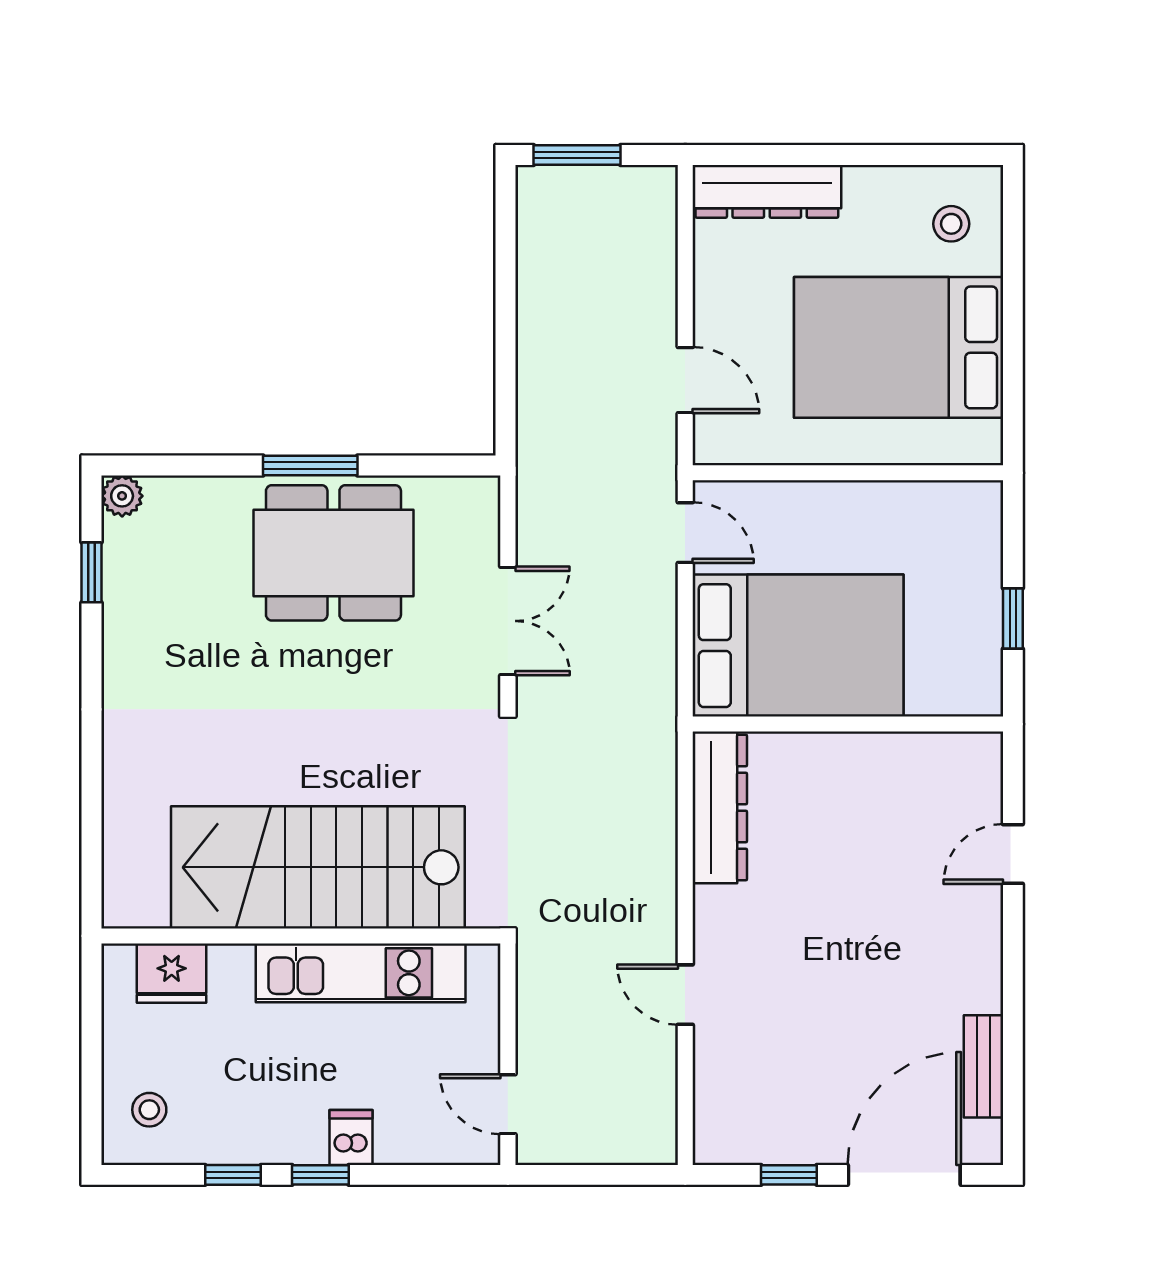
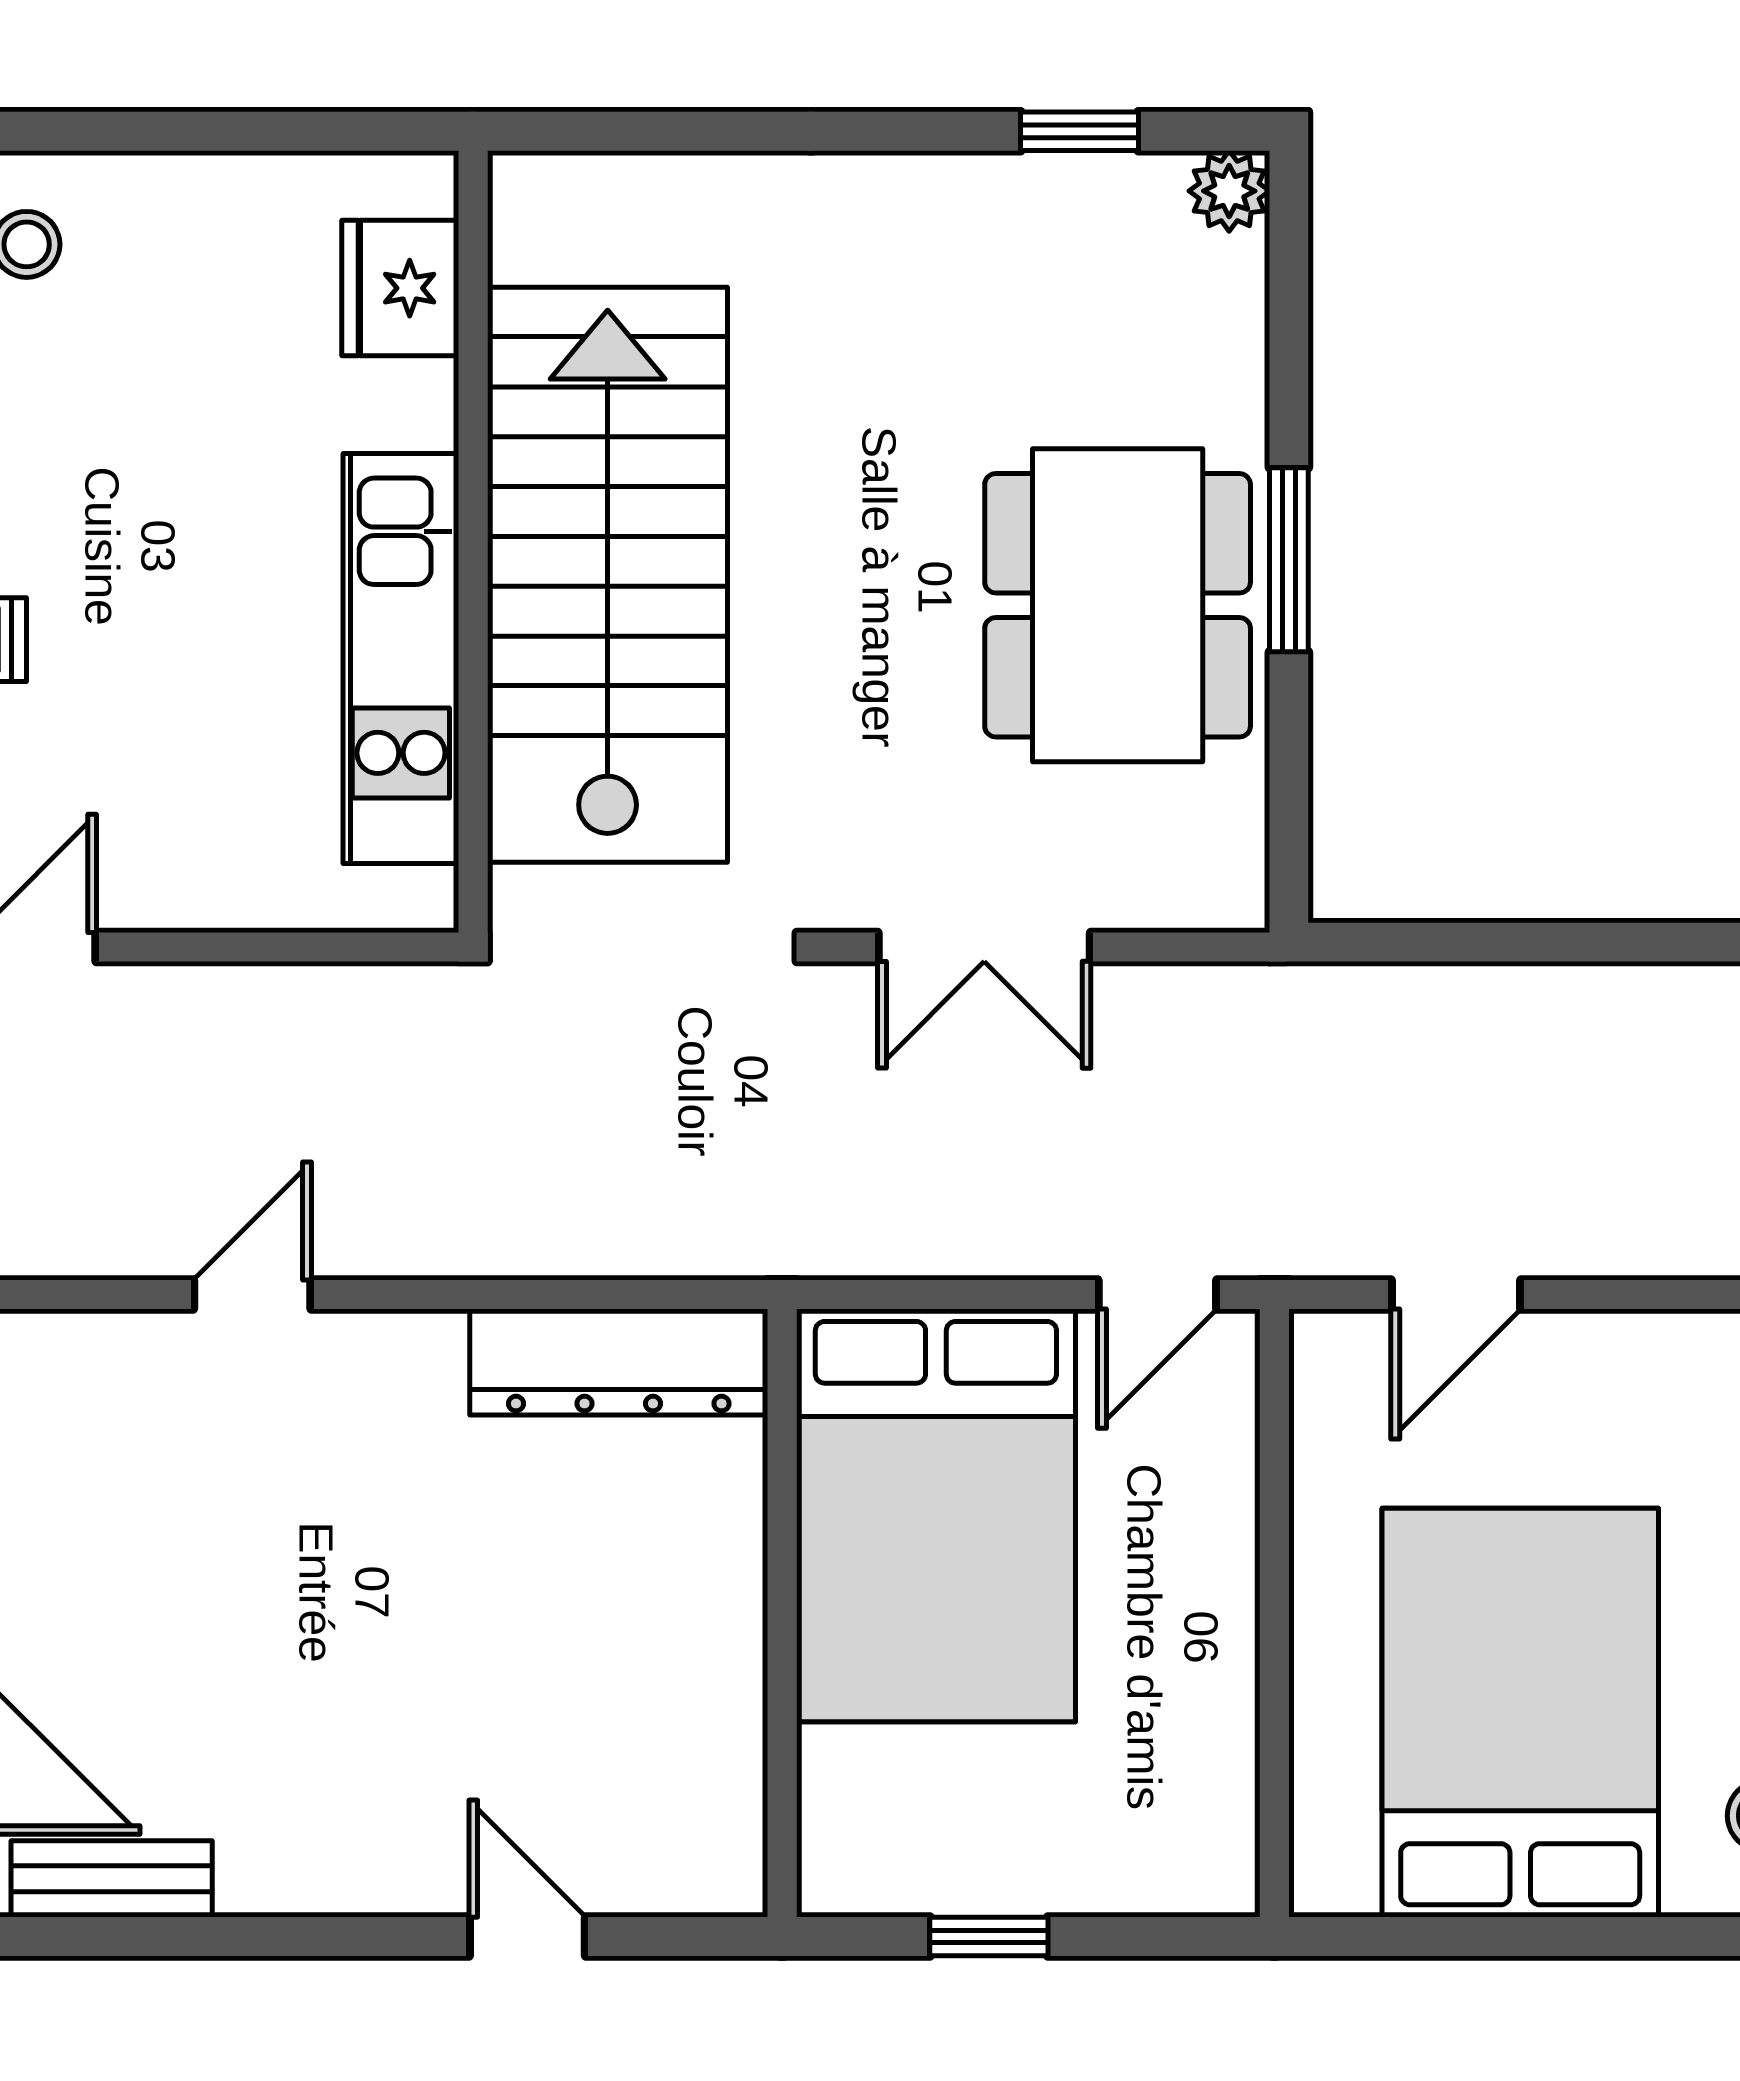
stairs: (318, 867) -> (608, 575), moved
wall: (301, 936) -> (473, 542), moved
fridge: (172, 973) -> (400, 288), moved
kitchen unit: (361, 973) -> (401, 659), moved

